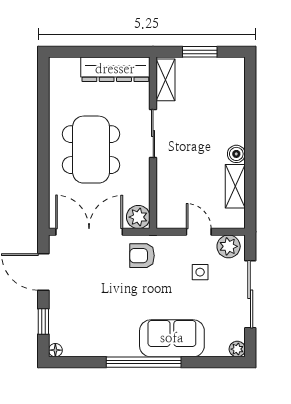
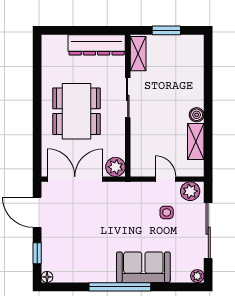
armchair: (142, 256) -> (119, 199), removed

